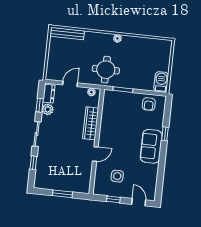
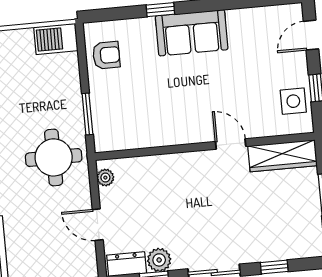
wardrobe: (91, 123) -> (283, 156), moved
side table: (117, 176) -> (293, 101), moved

